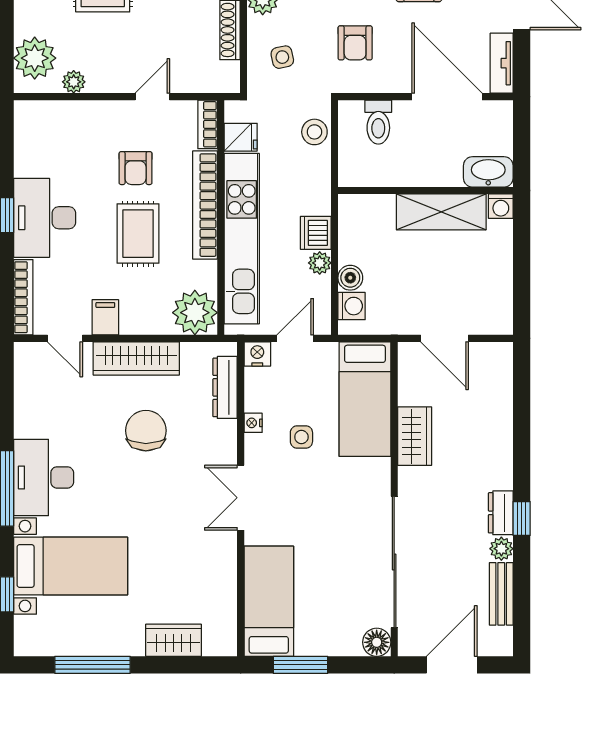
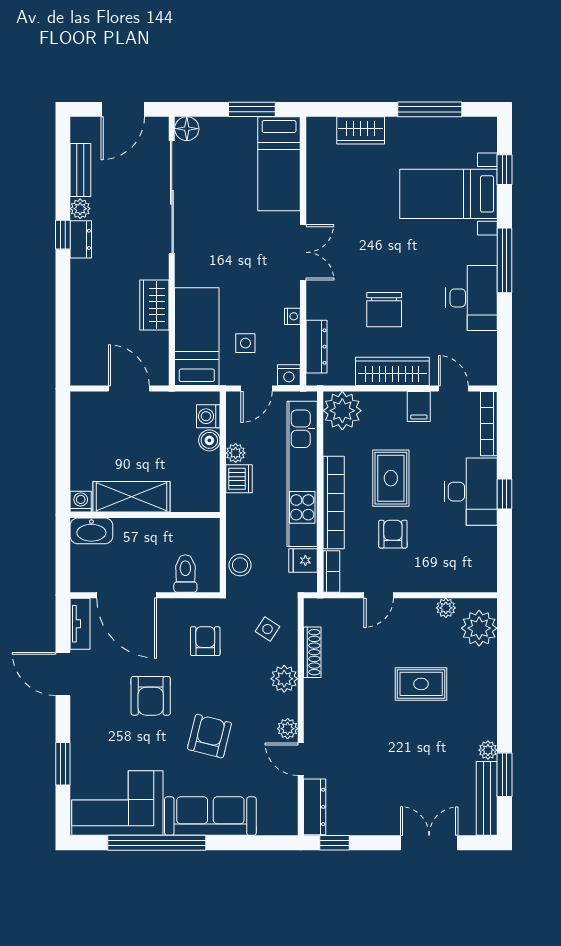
side table: (282, 57) -> (267, 629), turned 45
side table: (301, 437) -> (245, 343), moved
desk: (44, 477) -> (472, 298), moved

